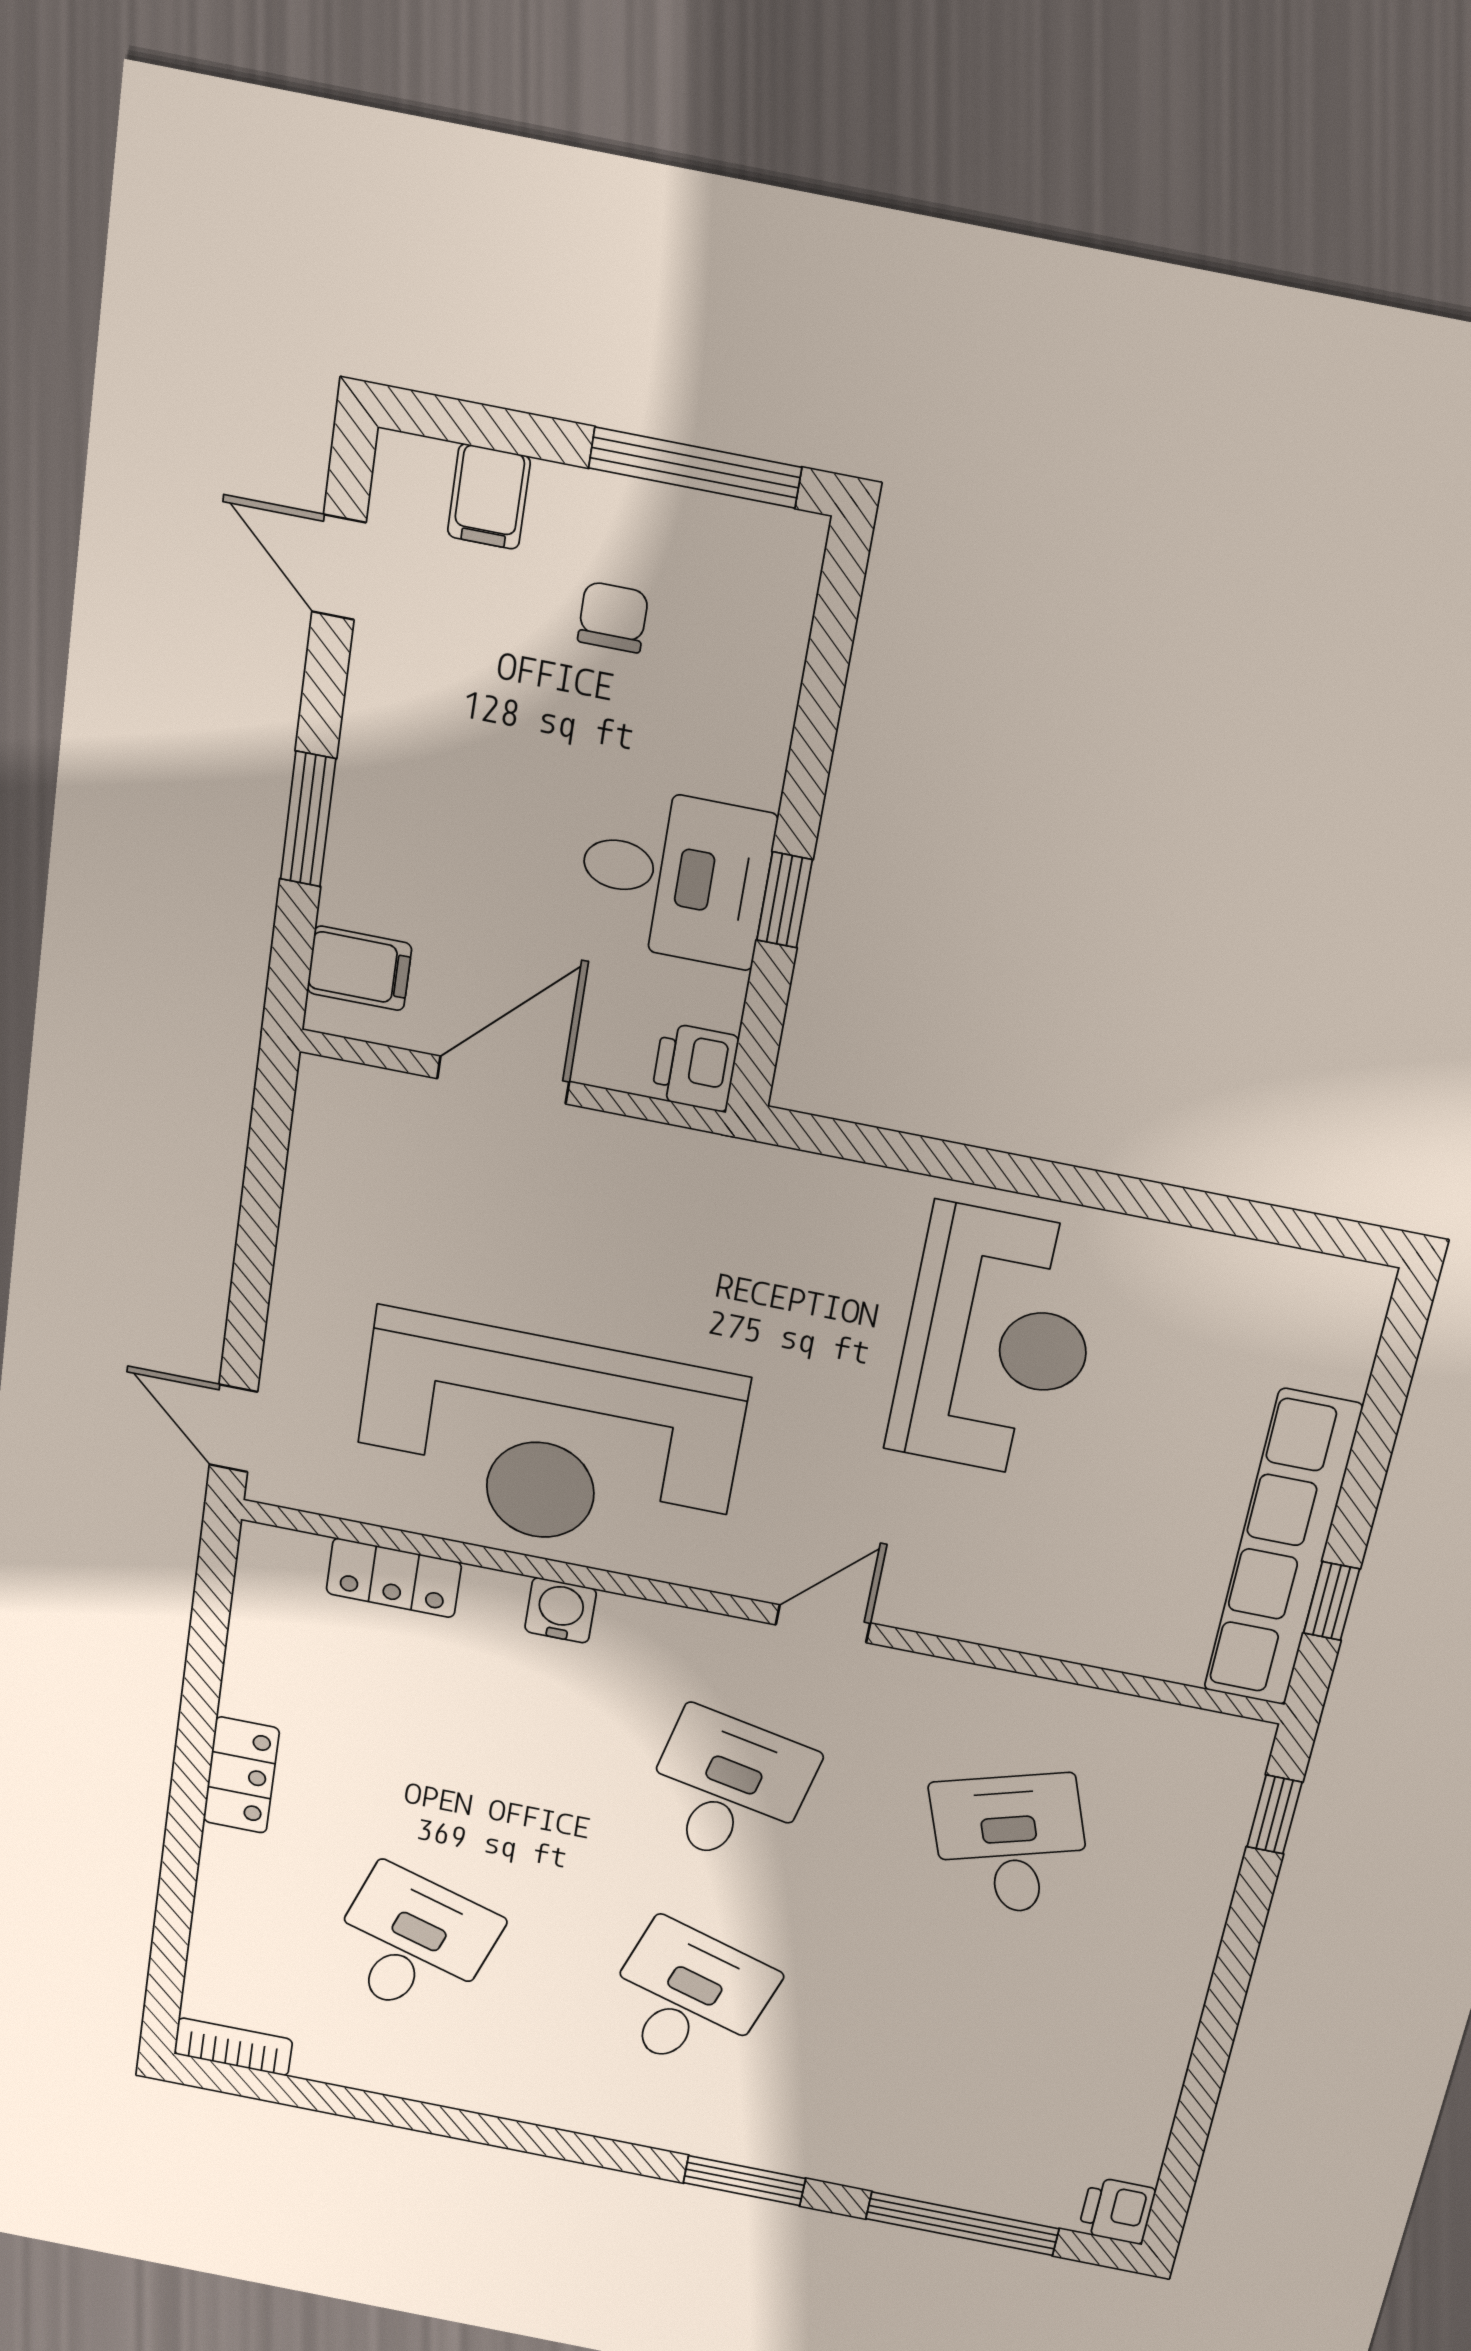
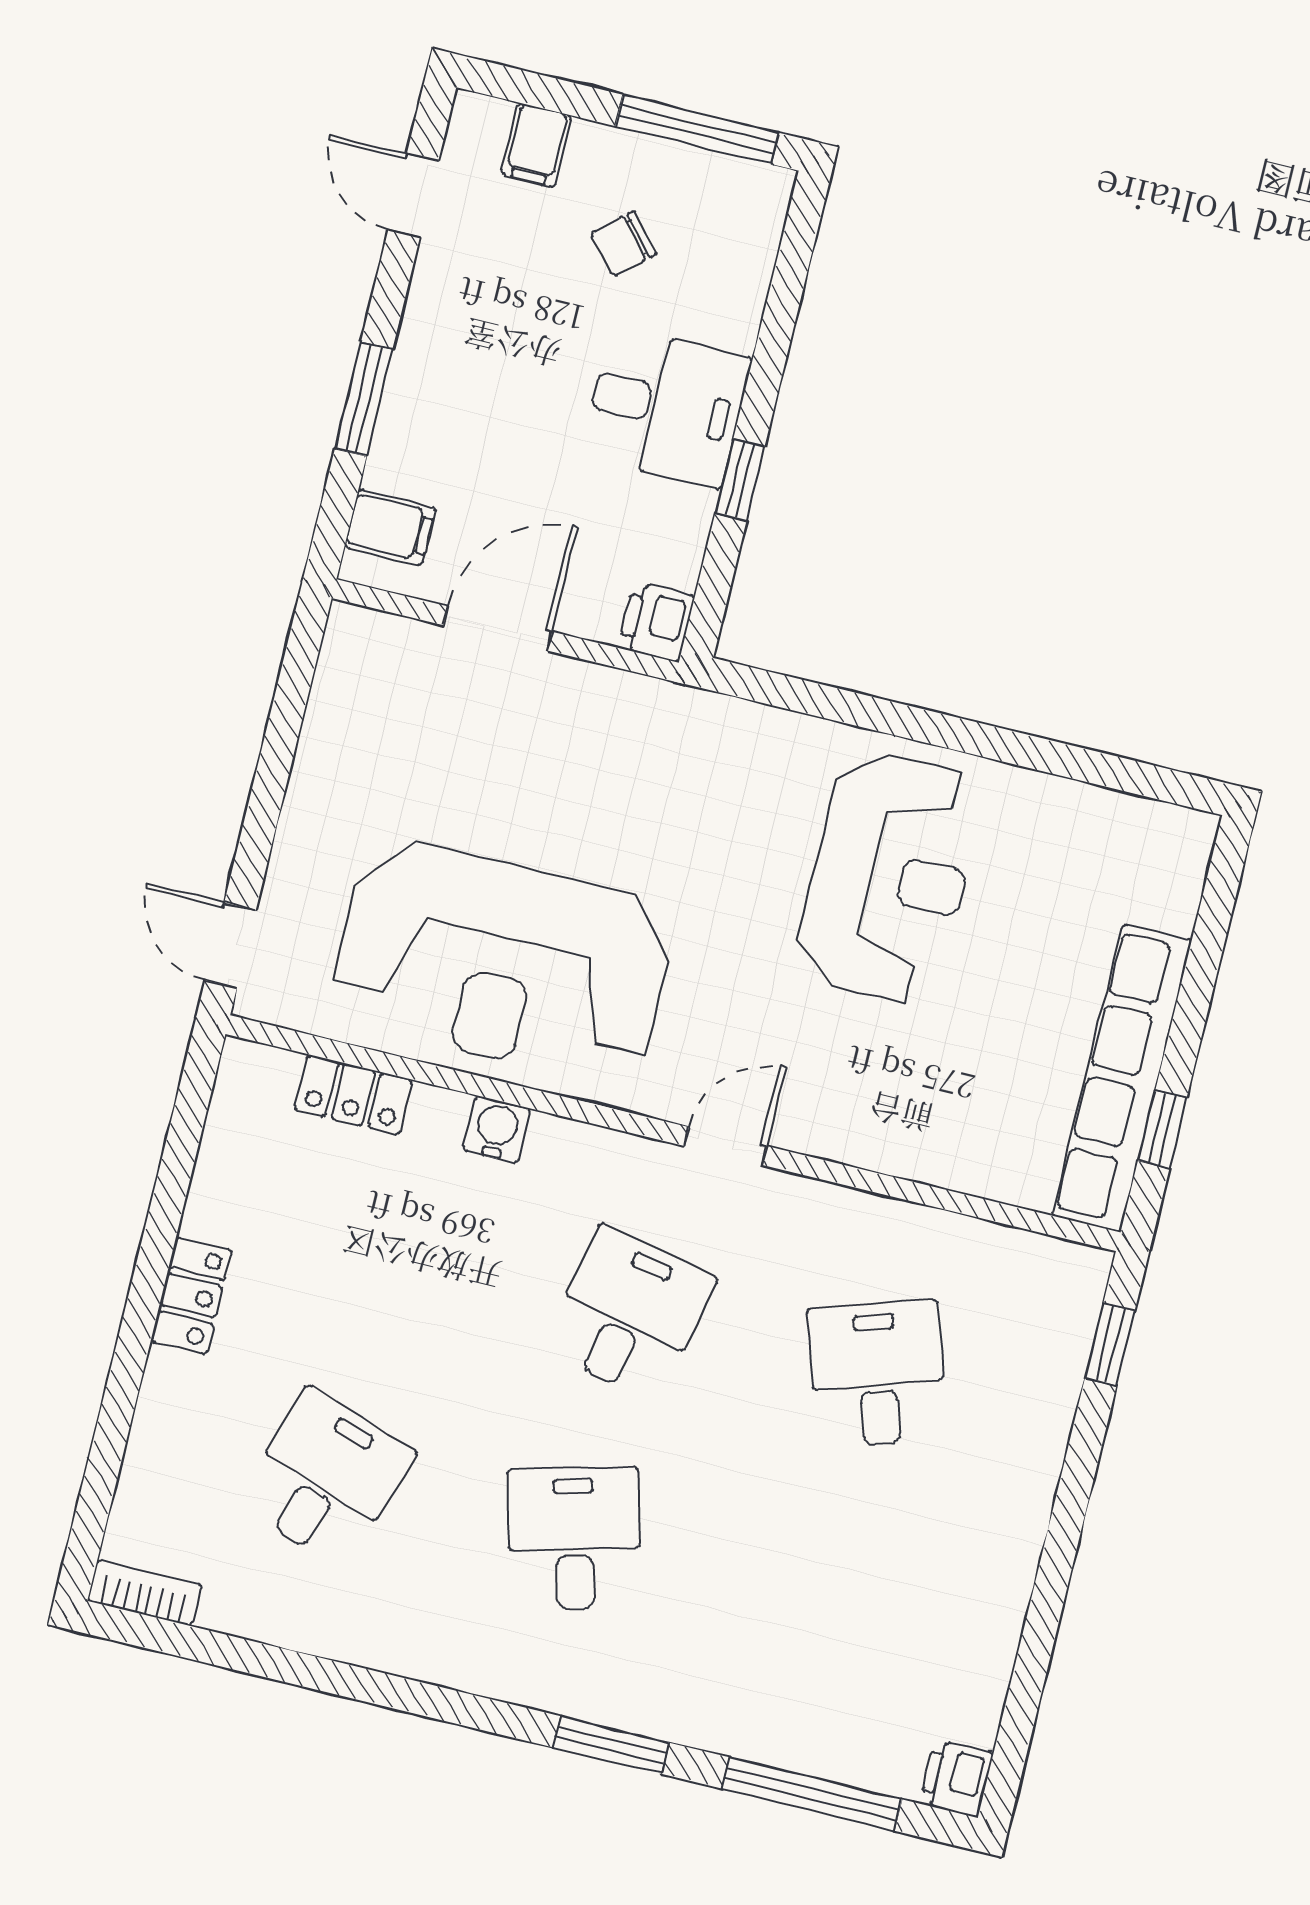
chair: (613, 617) -> (623, 244), turned -131
desk: (675, 876) -> (666, 407), moved
desk: (687, 1998) -> (574, 1538), turned -33

